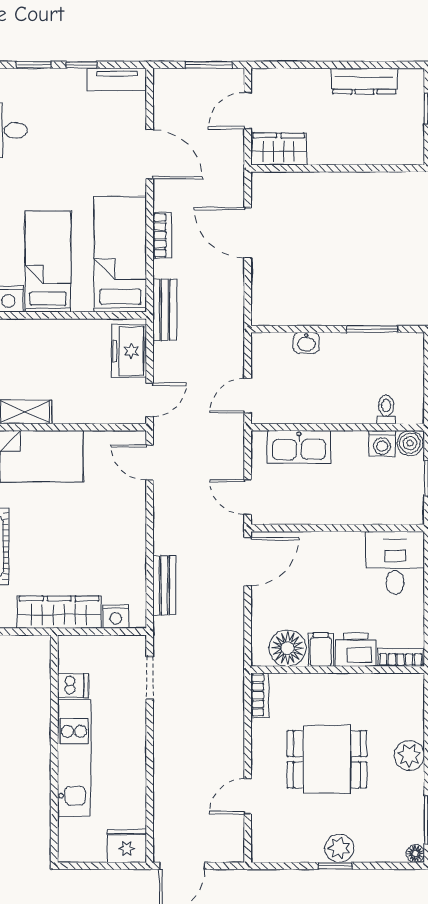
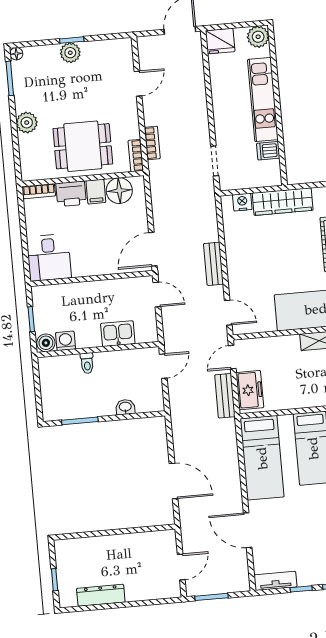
wardrobe: (279, 149) -> (157, 542), removed
bookcase: (162, 235) -> (152, 143), moved, turned 180
bench: (165, 310) -> (225, 396), moved
toilet: (386, 409) -> (87, 363), moved
kitchen sink: (299, 447) -> (118, 334), width x0.73
bench: (164, 585) -> (213, 264), moved
dining table: (327, 759) -> (83, 146), moved
plant: (73, 847) -> (258, 37), added

